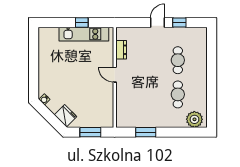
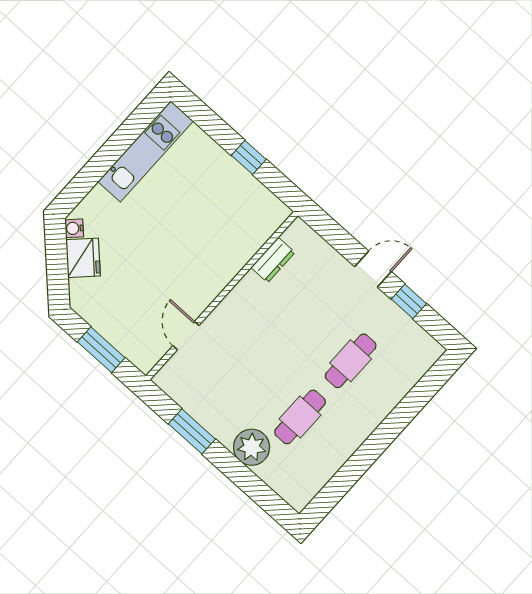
kitchen unit: (84, 34) -> (146, 151), moved, turned -90
door: (115, 75) -> (186, 336), moved
fridge: (66, 116) -> (83, 258), moved
plant: (194, 119) -> (252, 447), moved

